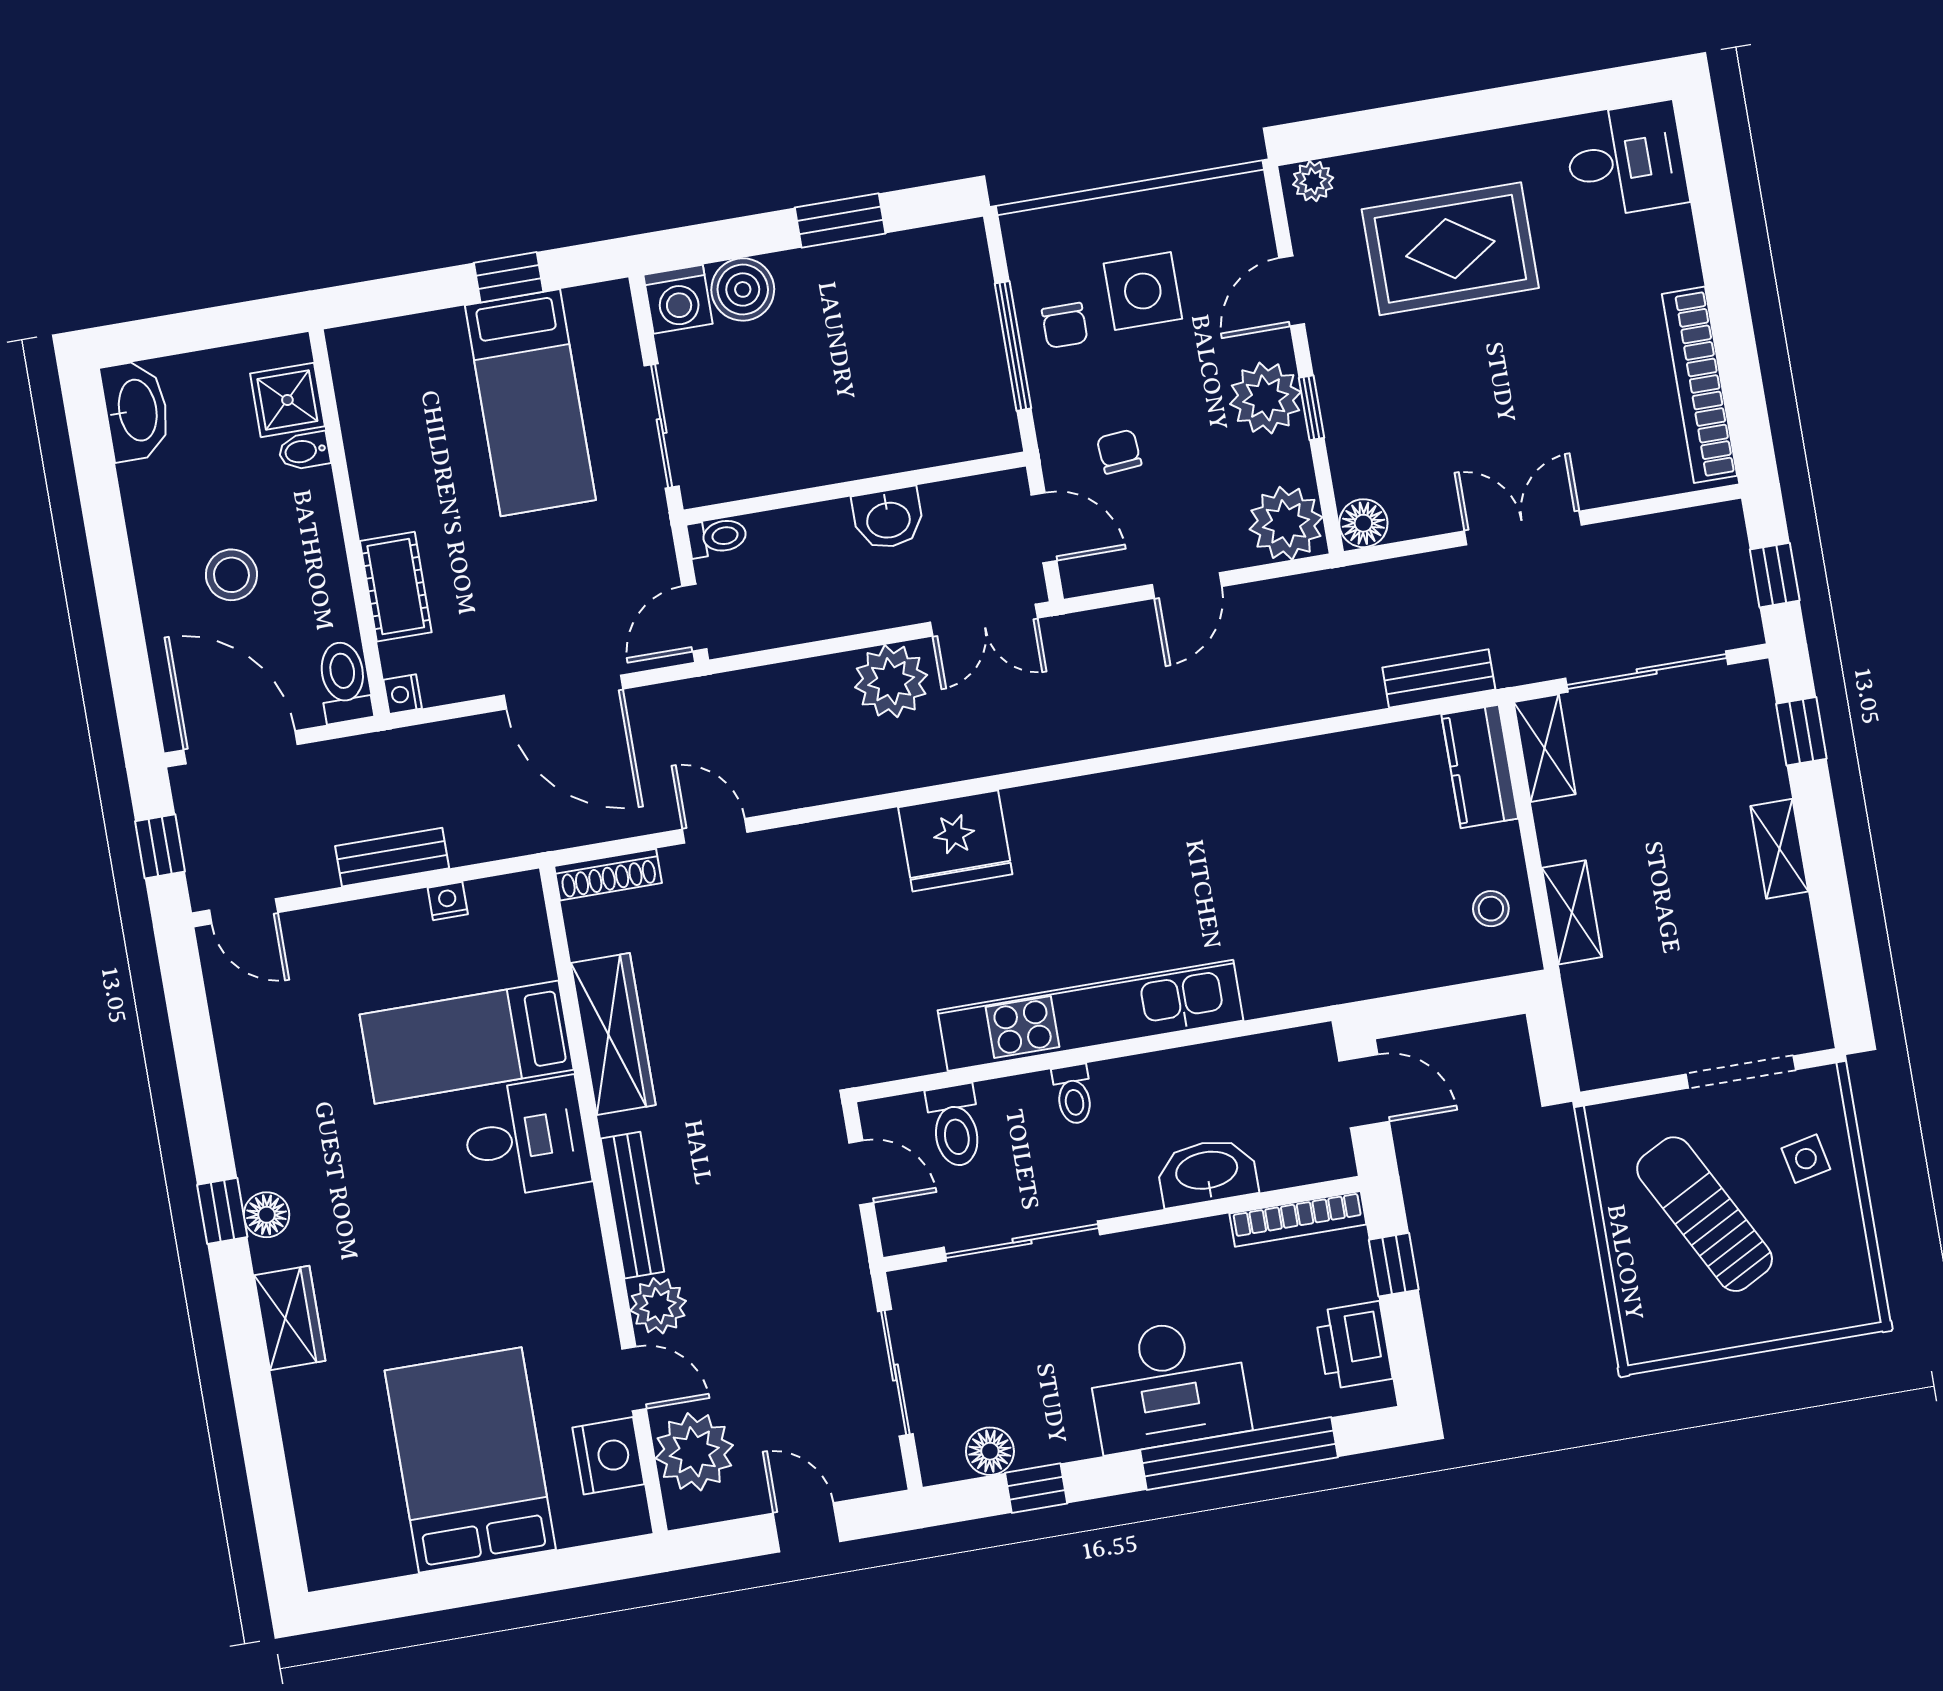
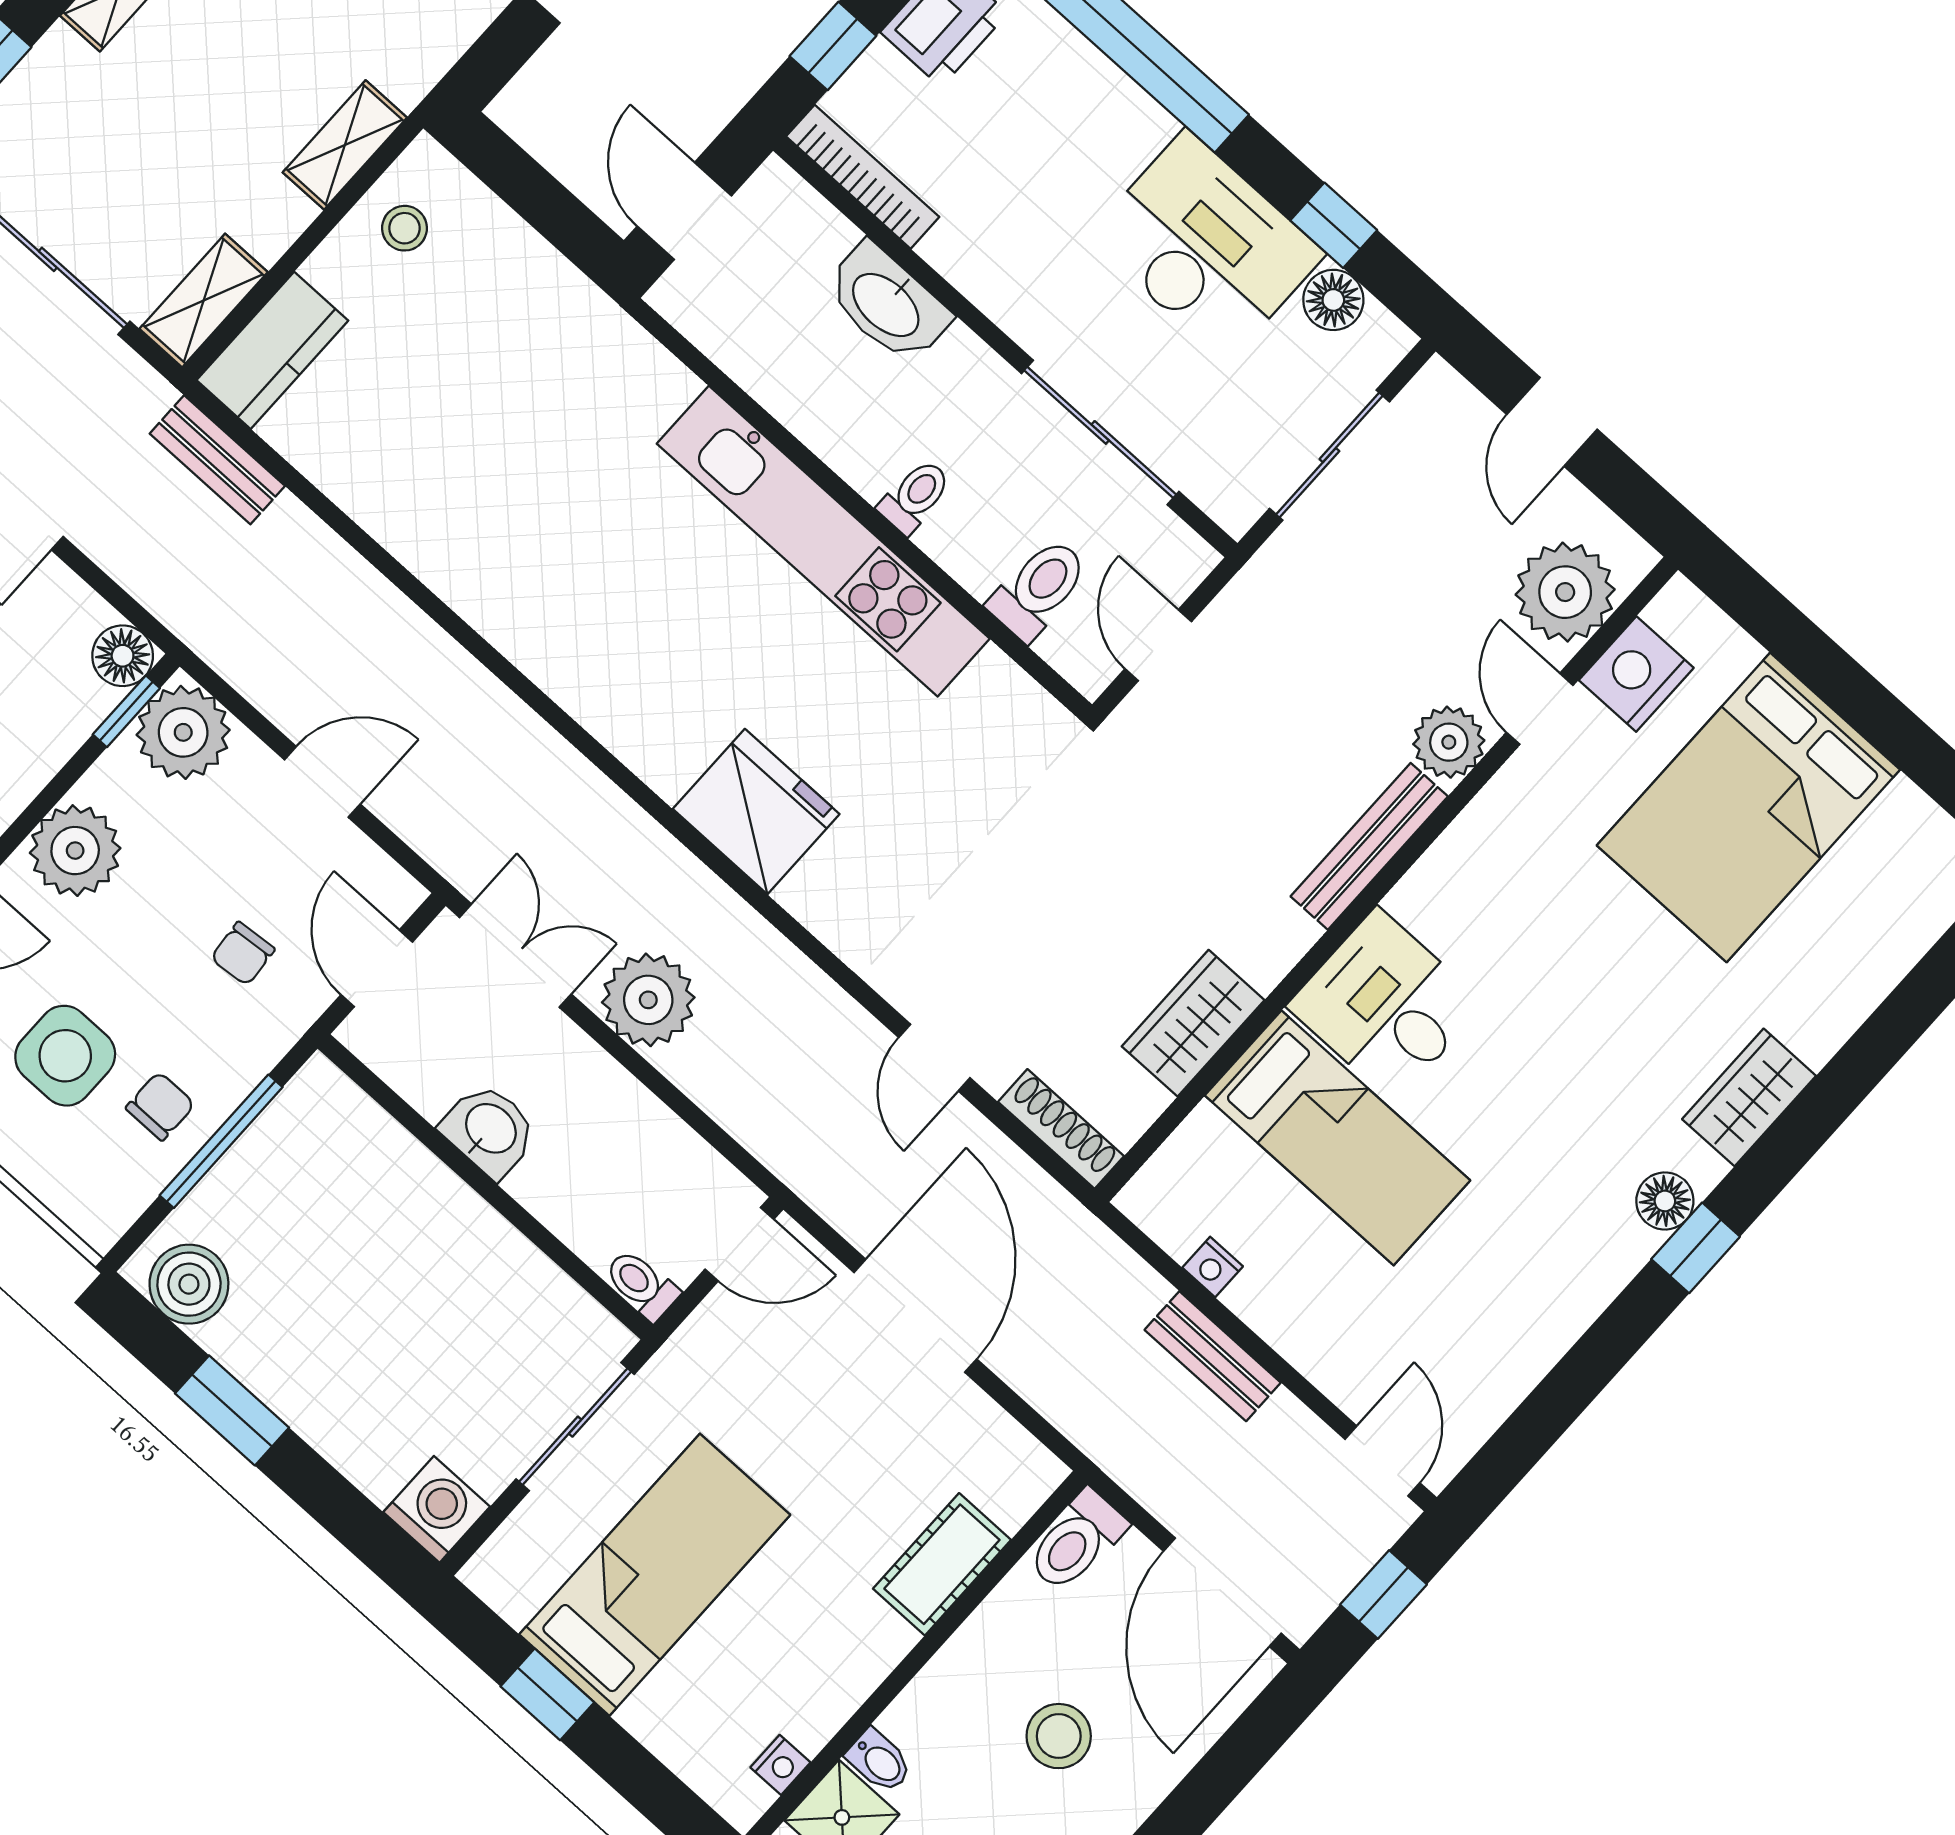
boiler: (743, 289) -> (189, 1284), moved
window: (1312, 408) -> (126, 711), moved
nightstand: (403, 694) -> (780, 1765), moved
wardrobe: (613, 1034) -> (1193, 1023), width x0.67
desk: (1168, 1385) -> (1206, 246), moved

